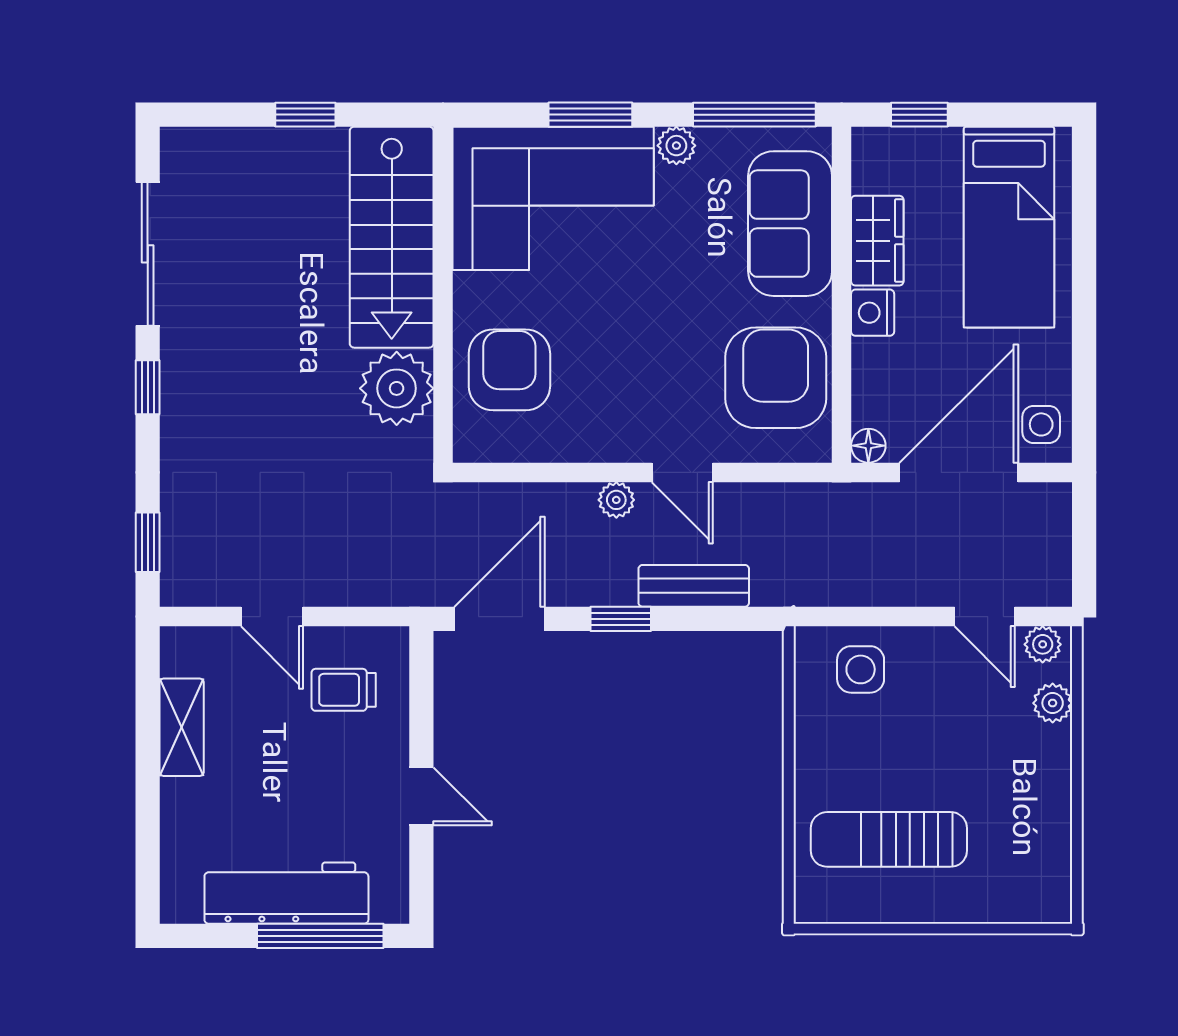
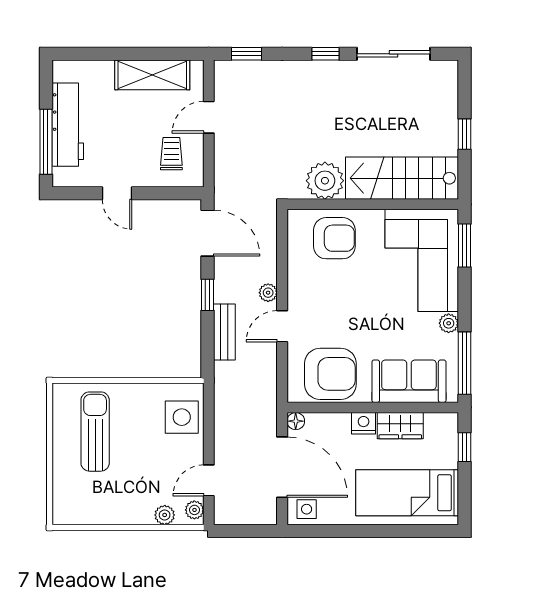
window: (590, 115) -> (464, 246), moved
side table: (861, 669) -> (182, 417), width x1.37, depth x1.37
shelving: (182, 727) -> (152, 75), width x1.50, depth x1.33
door: (421, 796) -> (117, 193), hinge flipped

